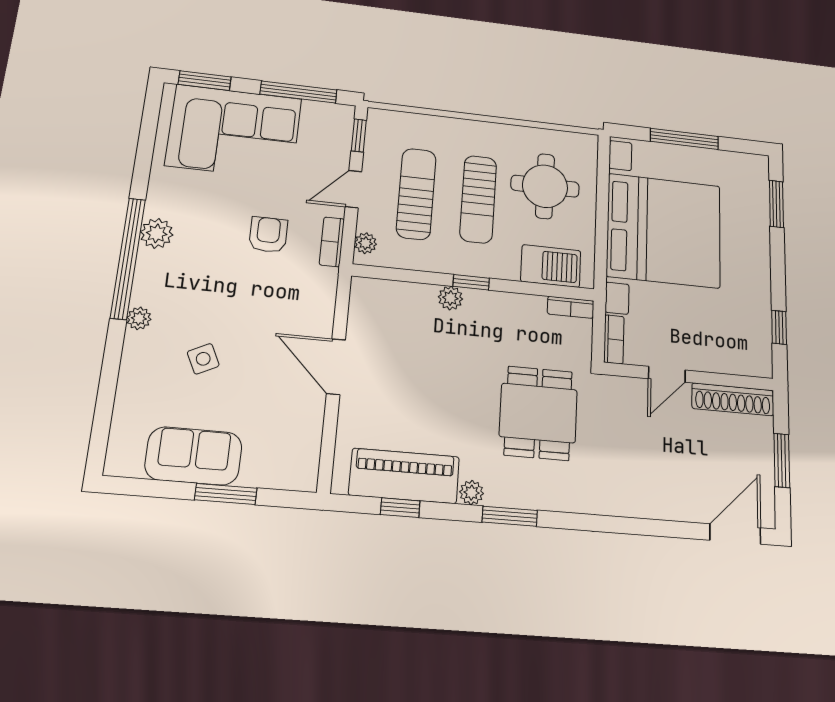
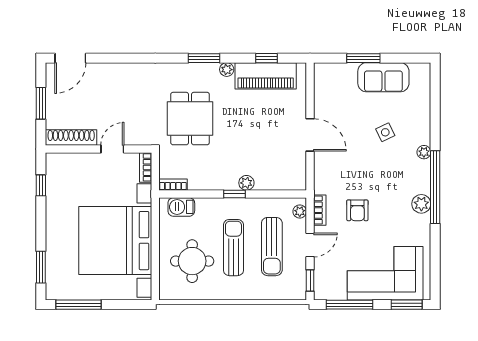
window: (684, 139) -> (78, 305), moved
barbecue: (551, 266) -> (181, 207), width x0.73, depth x0.79

